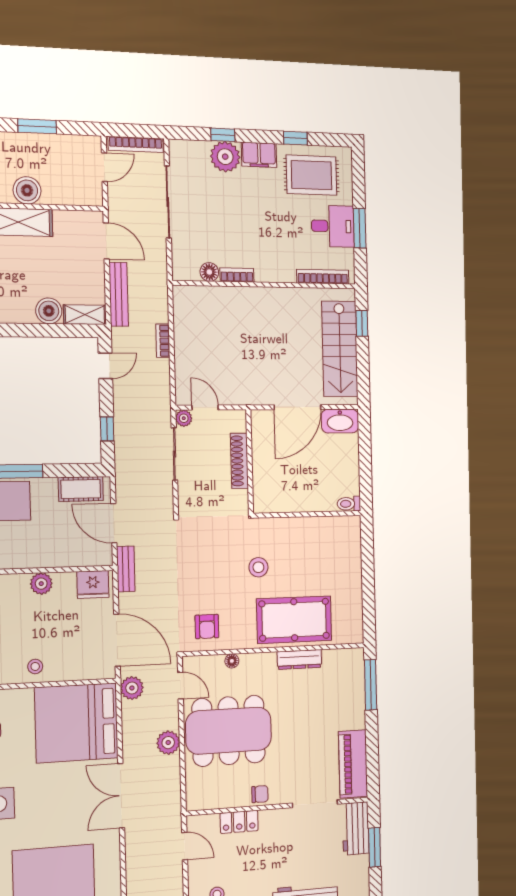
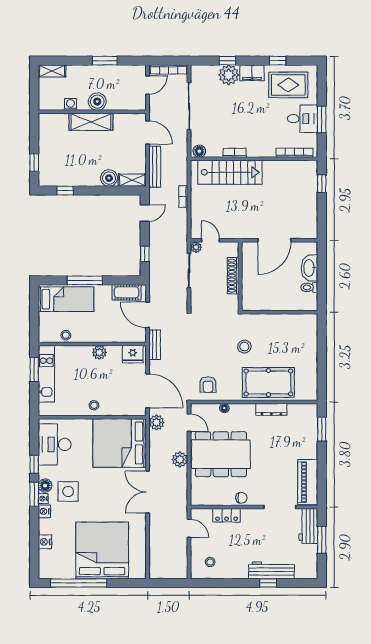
floor lamp: (209, 272) -> (199, 151), moved
stairs: (340, 349) -> (230, 172), moved, turned -90
washbasin: (340, 421) -> (309, 268), moved, turned 90
toilet: (349, 504) -> (309, 287), moved
window: (371, 685) -> (322, 429), width x0.69

